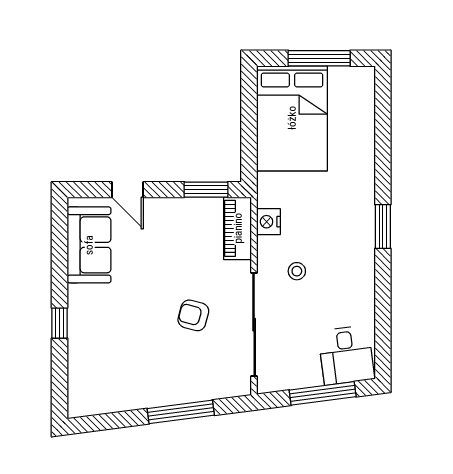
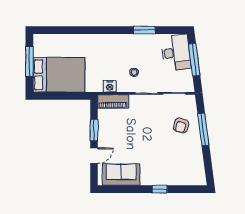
window: (206, 190) -> (94, 130), moved
window: (383, 227) -> (144, 30), moved
armchair: (193, 315) -> (181, 125), moved
desk: (346, 355) -> (176, 53), width x1.37

